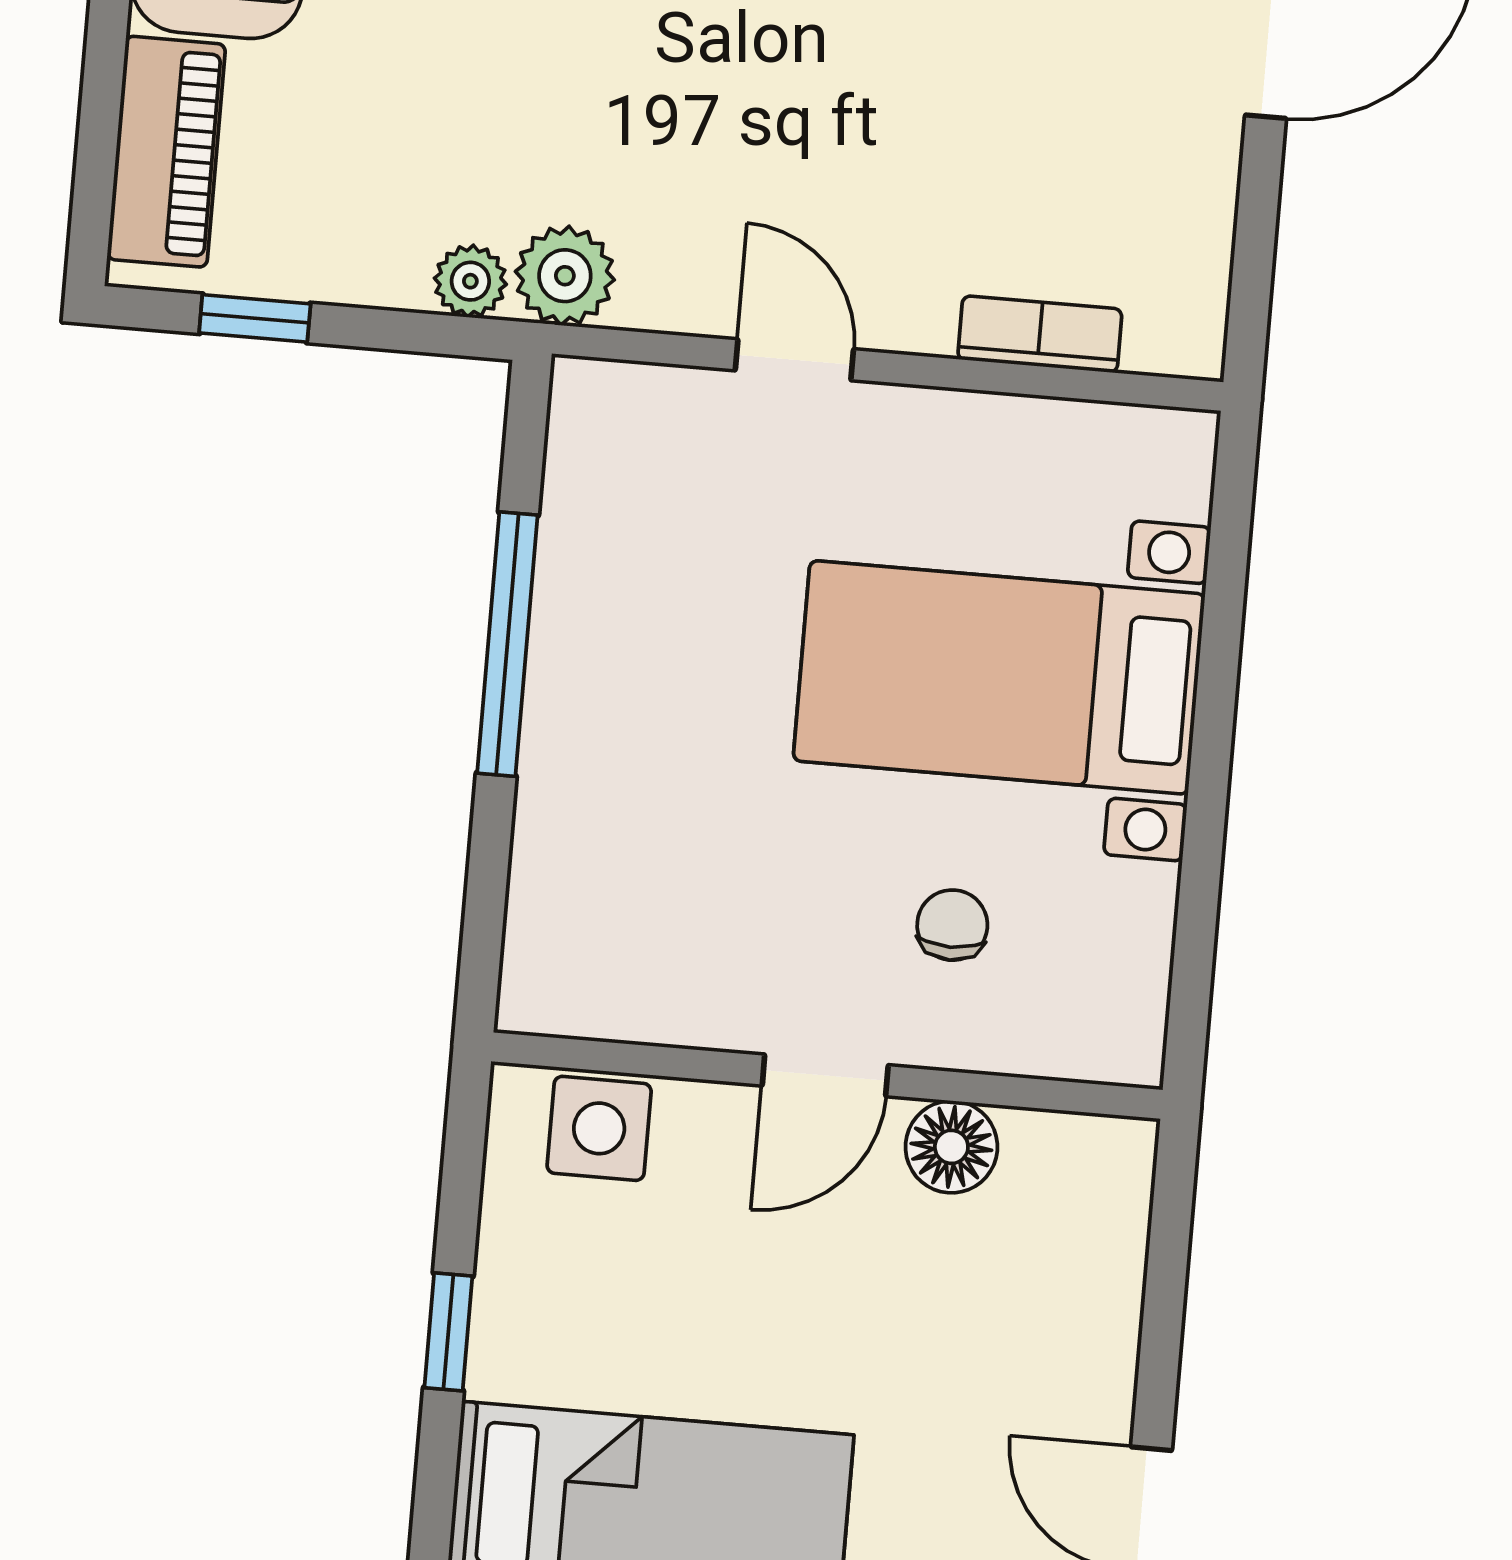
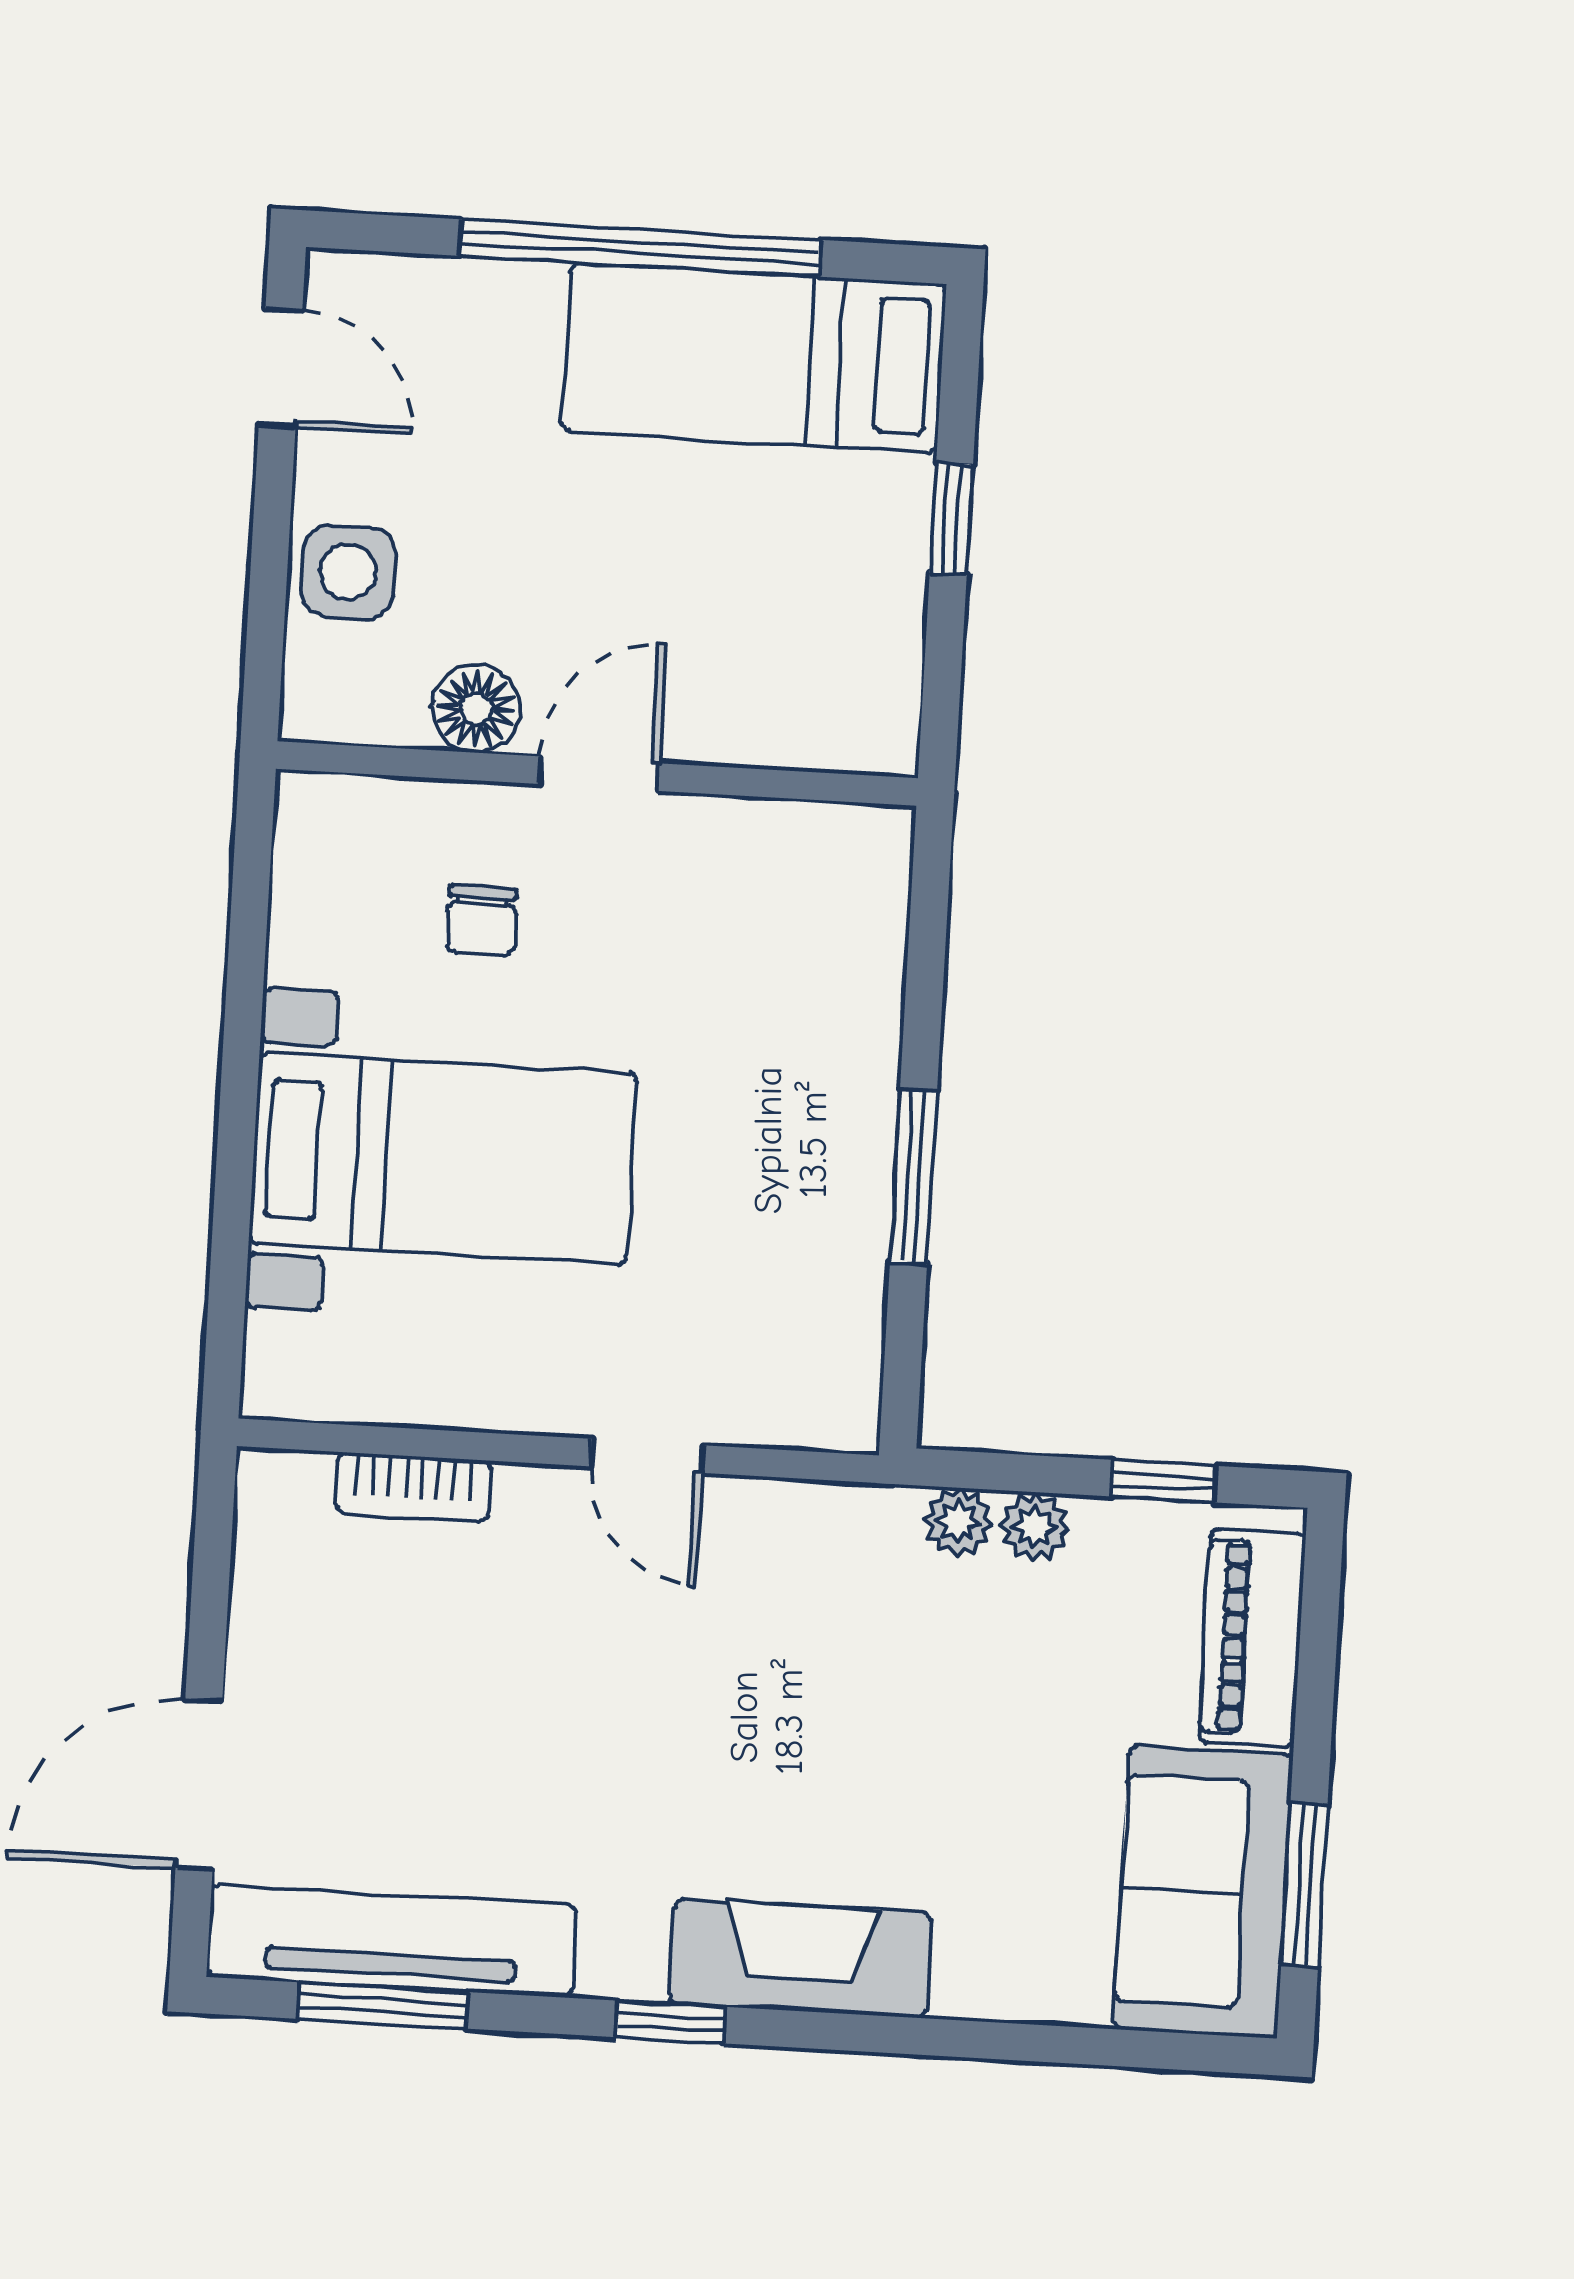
plant: (565, 276) -> (1035, 1527), moved, width x0.73, depth x0.73
window: (507, 644) -> (913, 1177), width x0.69
side table: (599, 1128) -> (348, 572), moved

